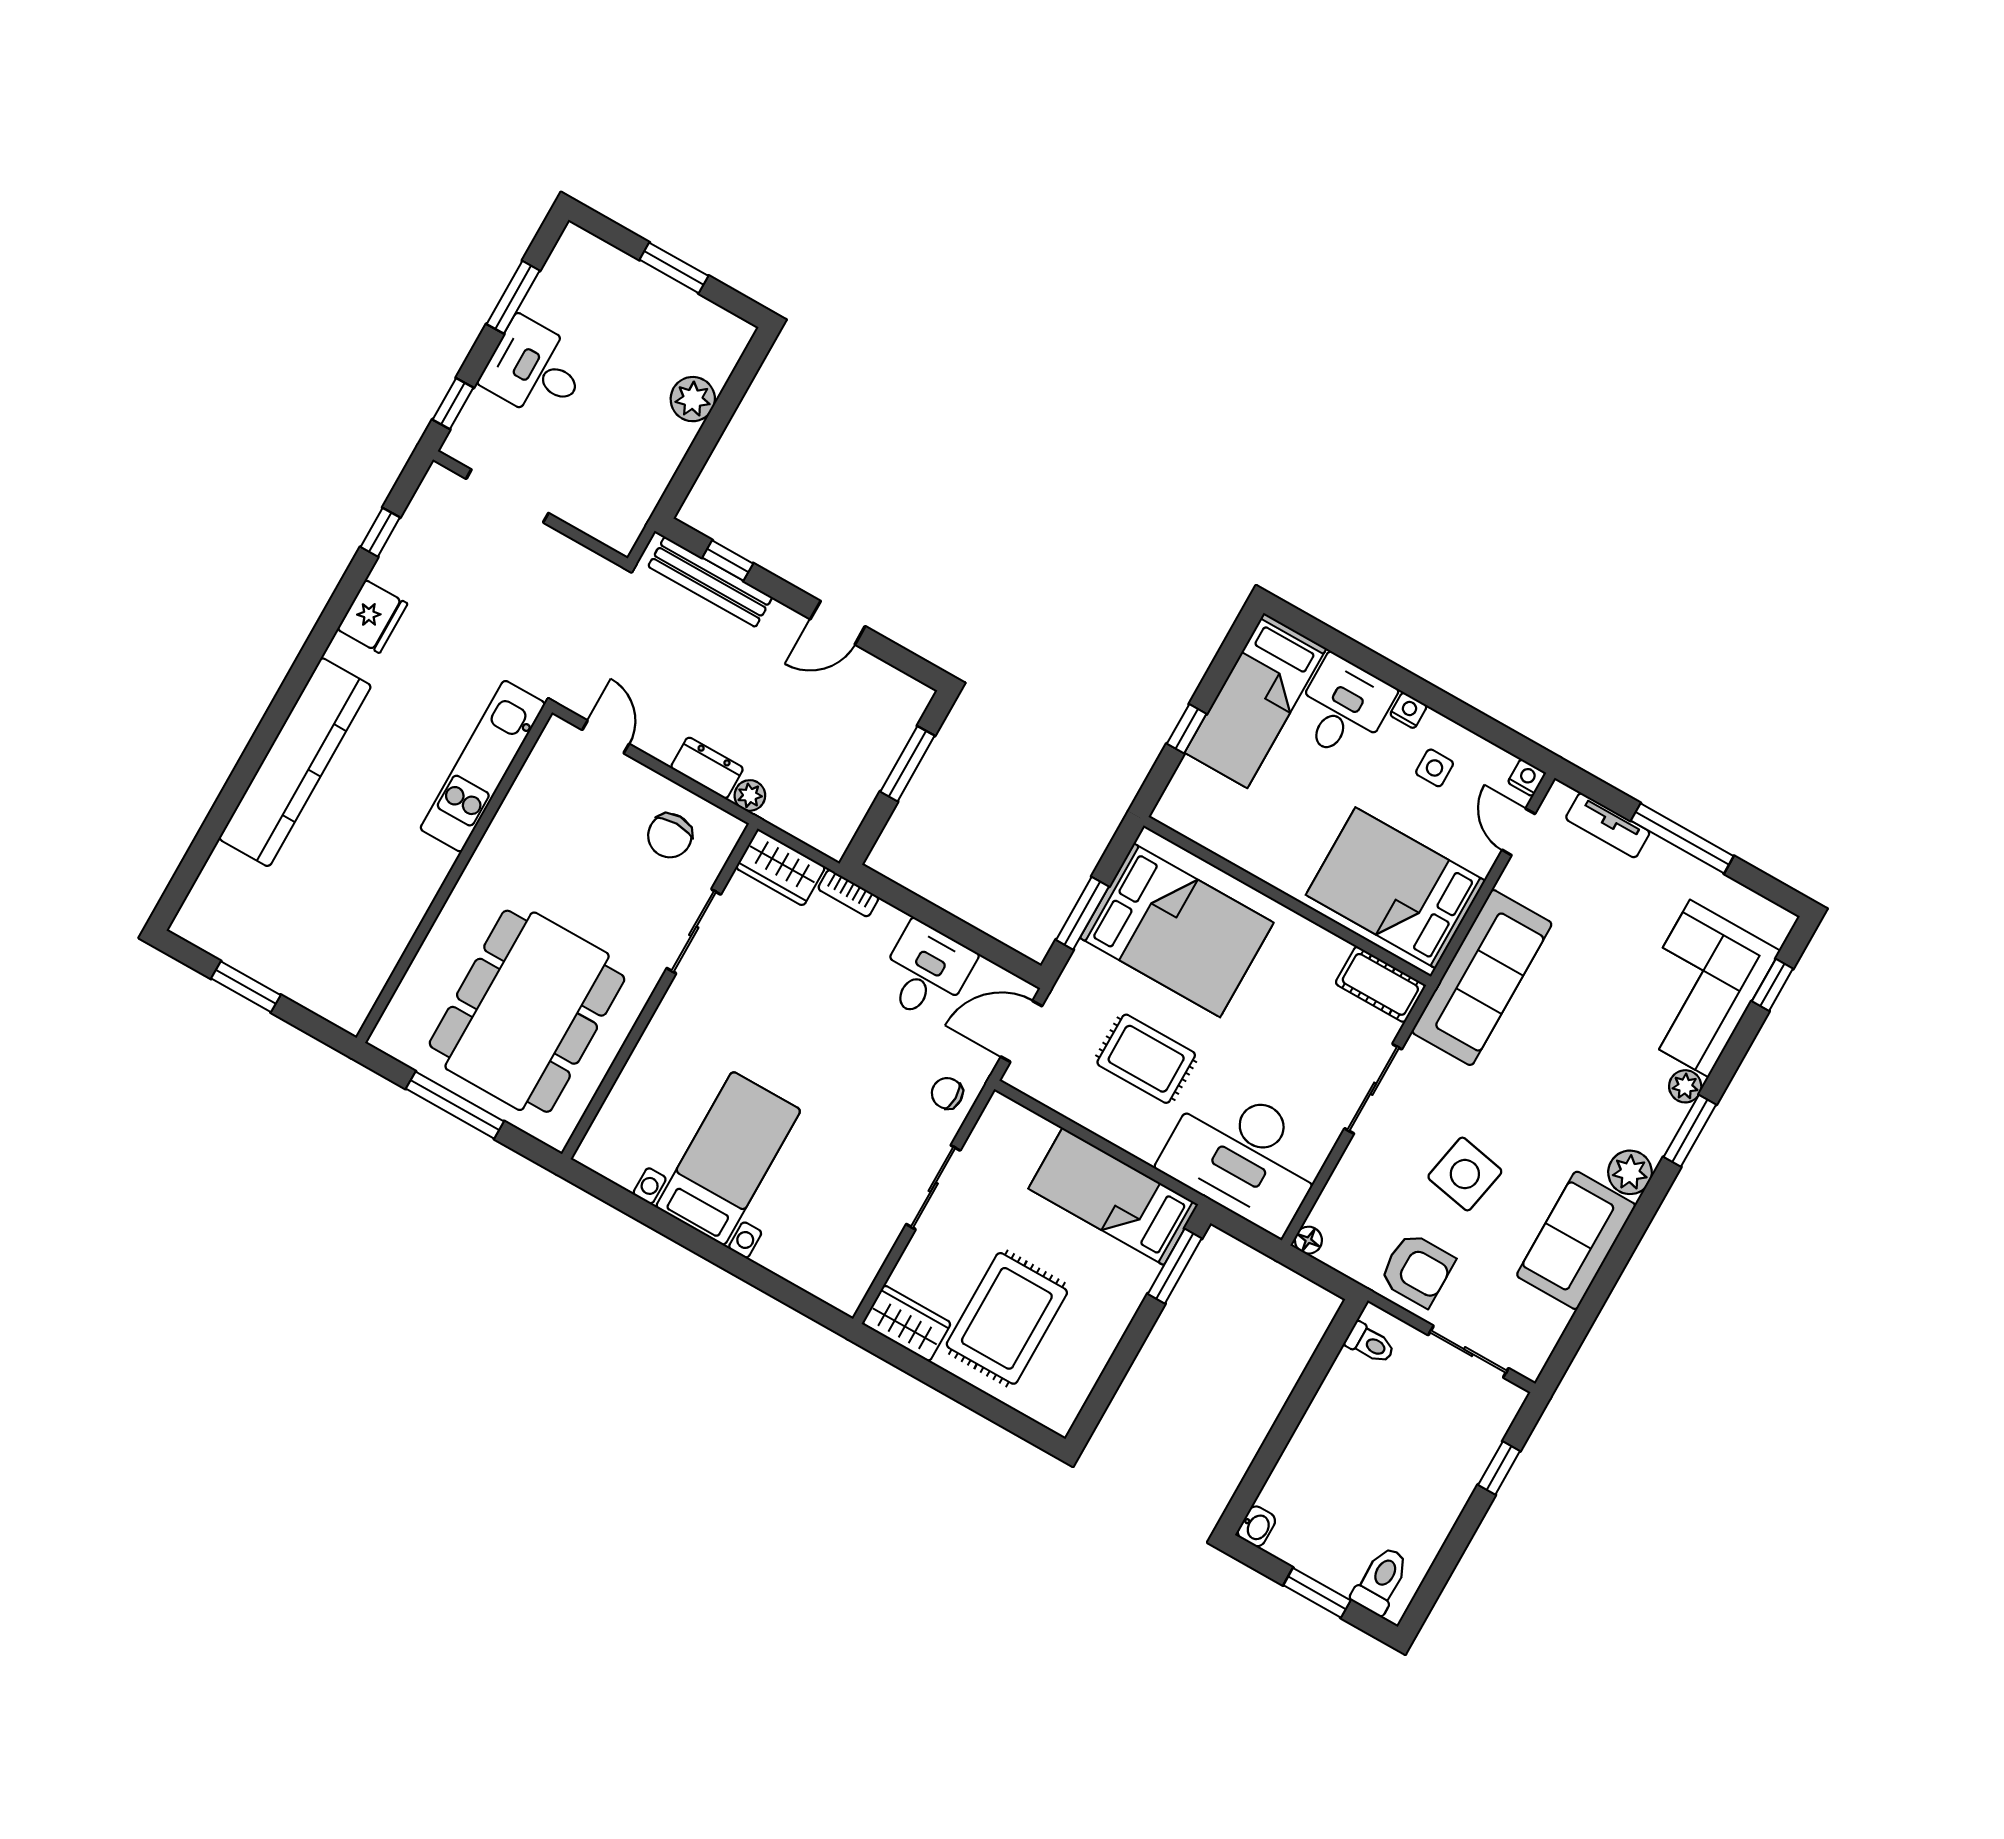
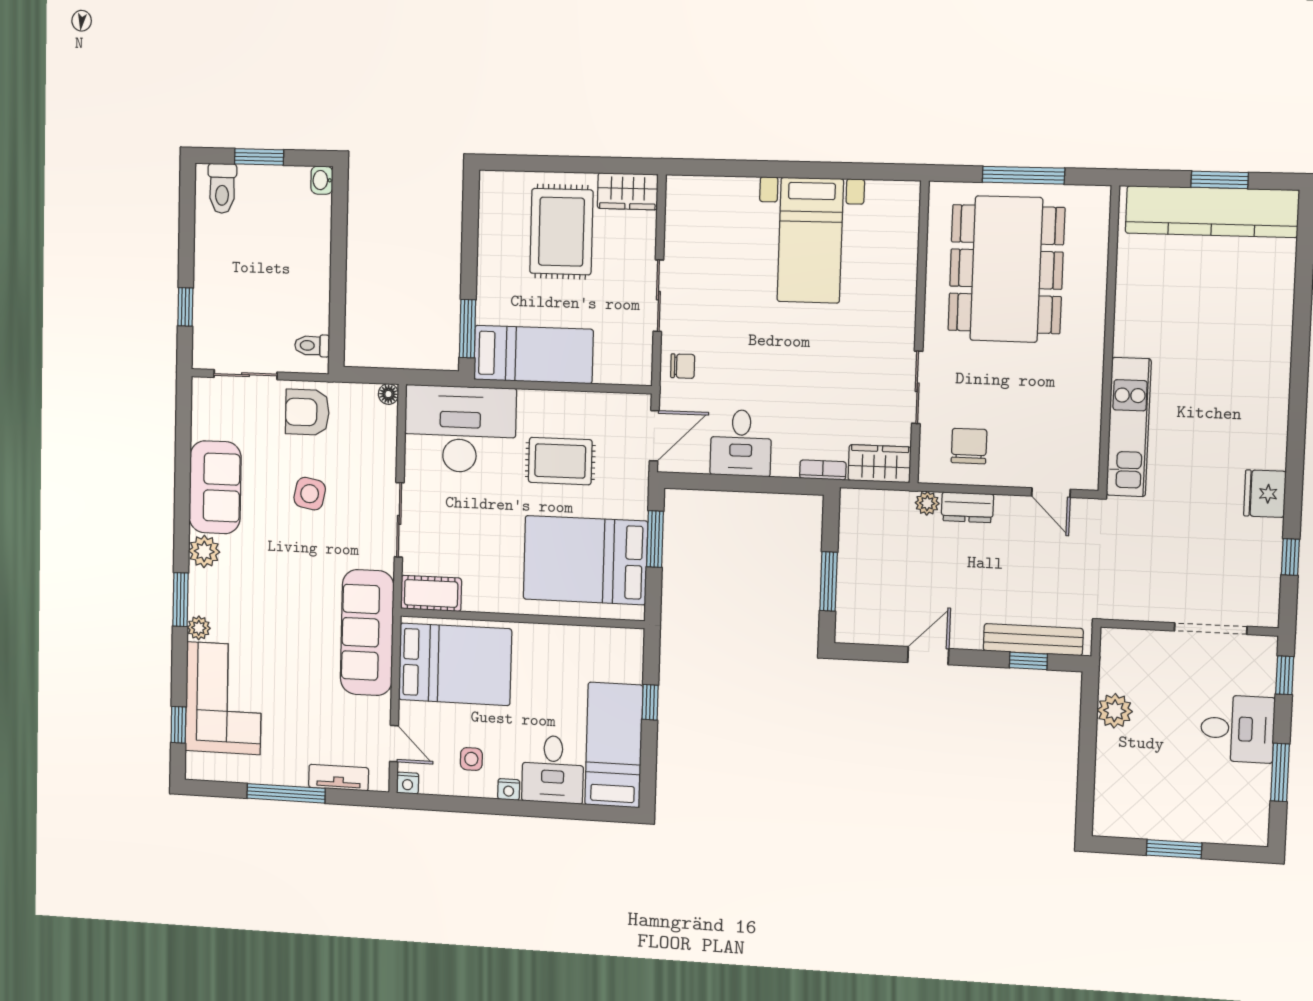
plant: (693, 399) -> (1115, 711), moved
kitchen counter: (295, 762) -> (1212, 212), moved, turned -90
side table: (1465, 1174) -> (310, 494), width x0.73, depth x0.73

